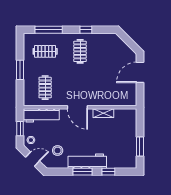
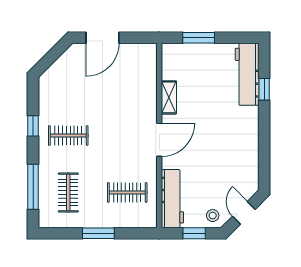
door: (140, 72) -> (102, 38), hinge flipped
window: (140, 147) -> (199, 38), moved
stool: (58, 150) -> (230, 172), removed
workbench: (87, 161) -> (247, 74), moved
window: (83, 172) -> (264, 131), removed

